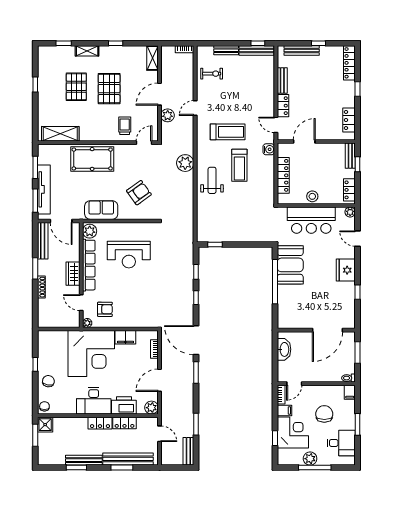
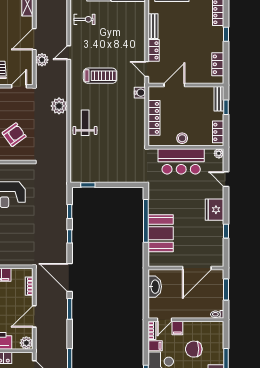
treadmill: (239, 165) -> (112, 108), removed
booth: (290, 265) -> (161, 233), moved
filing cabinet: (350, 392) -> (177, 328), moved
chair: (324, 414) -> (194, 349), turned -90

